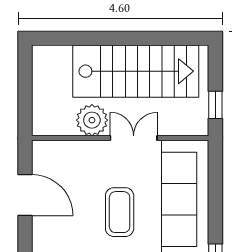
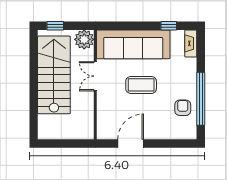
window: (215, 105) -> (55, 26), moved
plant: (92, 120) -> (84, 39), moved

